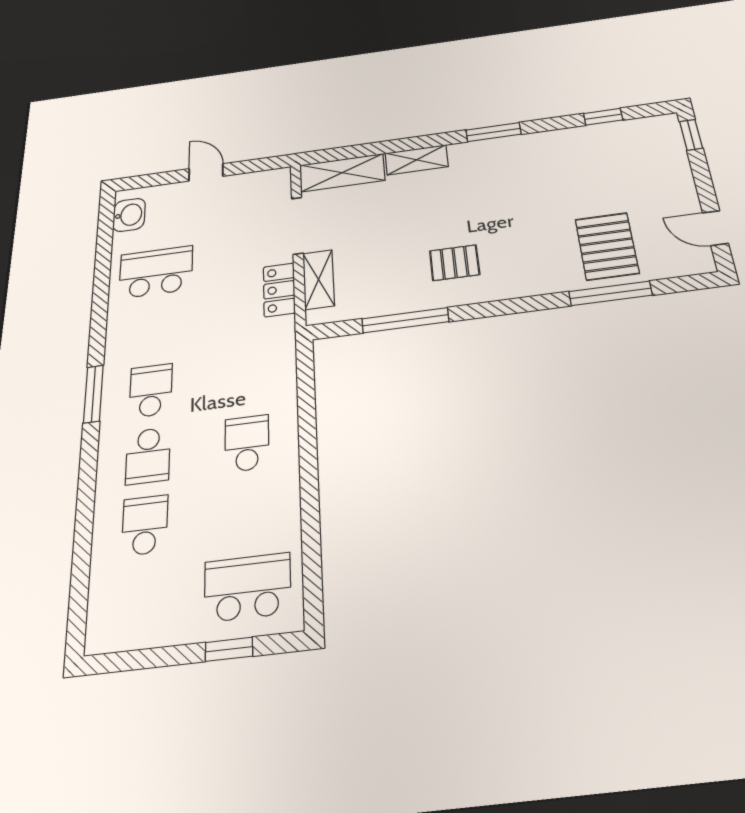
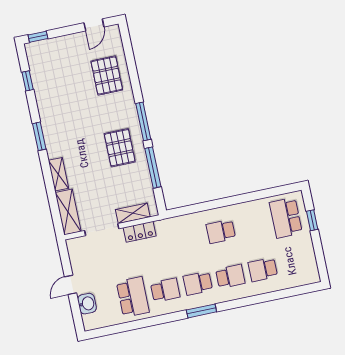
washbasin: (129, 215) -> (87, 304), moved, turned 90
pallet: (607, 246) -> (107, 75), turned 90
pallet: (455, 263) -> (120, 148), width x1.50, depth x1.42
school desk: (156, 272) -> (133, 297), turned 180
window: (610, 293) -> (143, 121), moved
school desk: (153, 329) -> (165, 290), added

